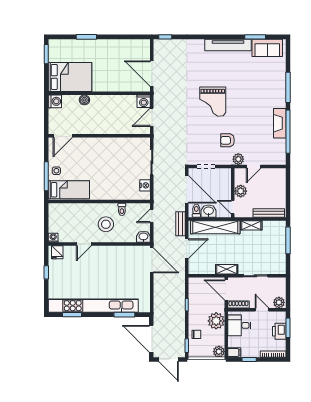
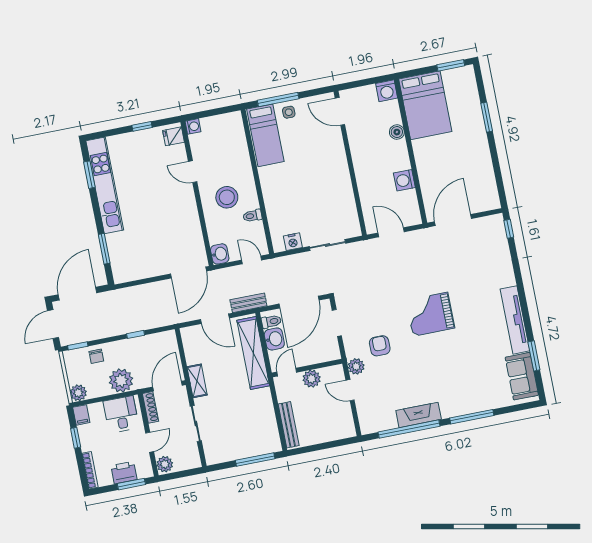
washing machine: (144, 101) -> (404, 180), moved
shelving: (251, 225) -> (266, 403), removed
kitchen unit: (93, 306) -> (105, 185), width x0.73

